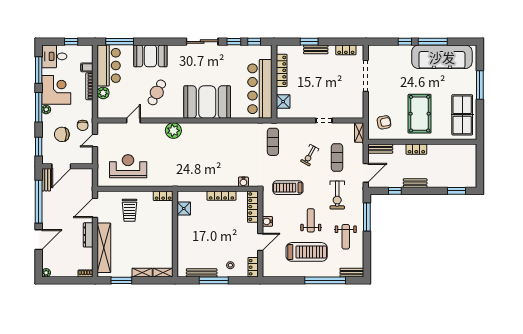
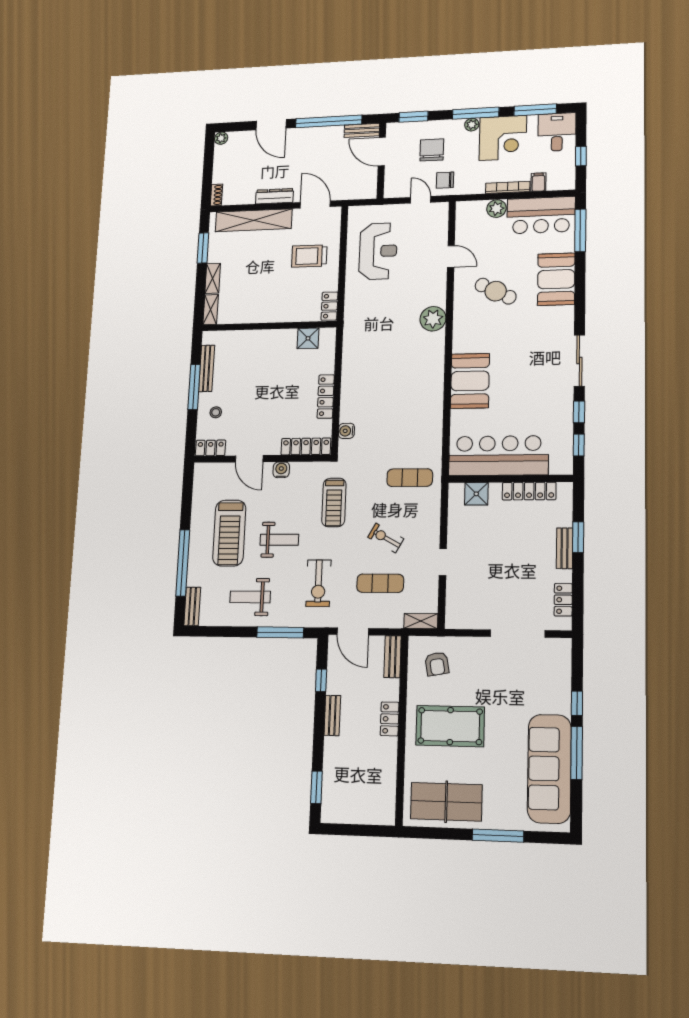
booth: (207, 102) -> (470, 381), width x0.73, depth x0.70
treadmill: (288, 188) -> (334, 502), turned 180
exercise bike: (337, 195) -> (318, 583), turned -90

